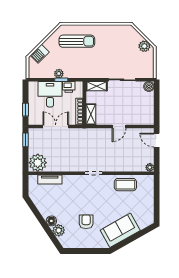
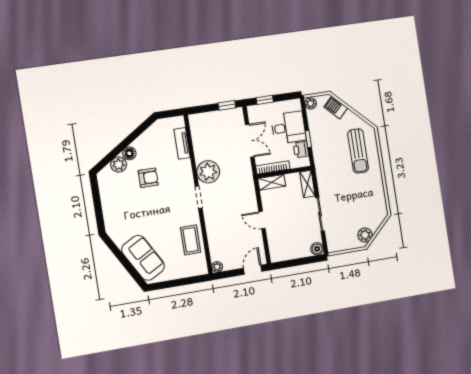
plant: (59, 74) -> (311, 103), moved
plant: (38, 163) -> (208, 172), moved
armchair: (86, 222) -> (148, 178), moved
sofa: (120, 230) -> (143, 258), moved

